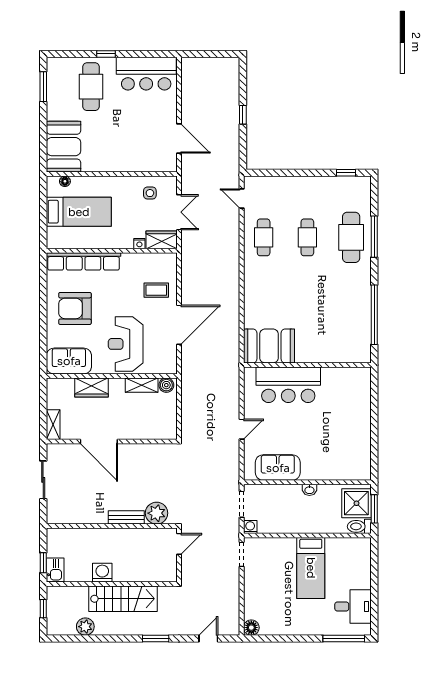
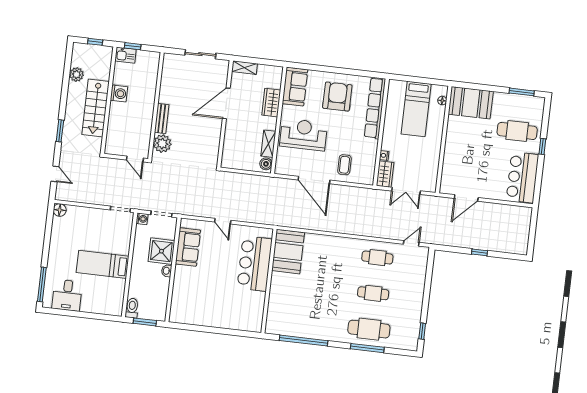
side table: (150, 193) -> (424, 169), removed
shower: (356, 503) -> (161, 251), moved

